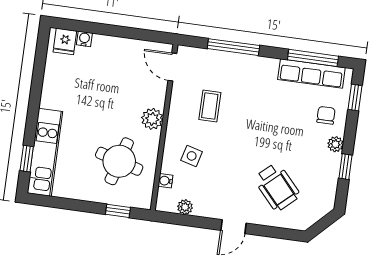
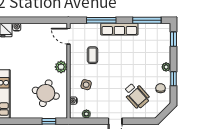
row of seats: (311, 74) -> (119, 29), moved
chair: (326, 115) -> (161, 88), moved

